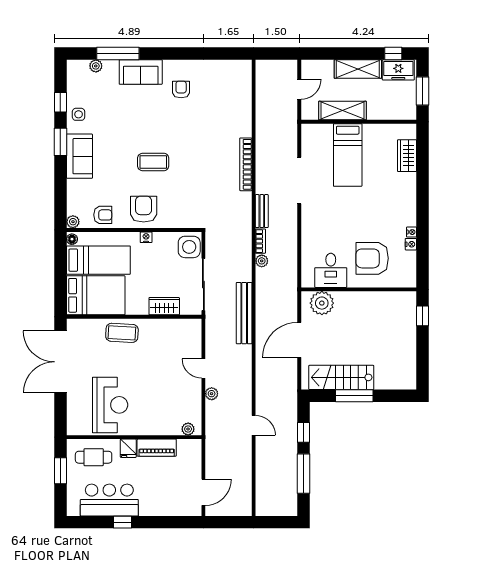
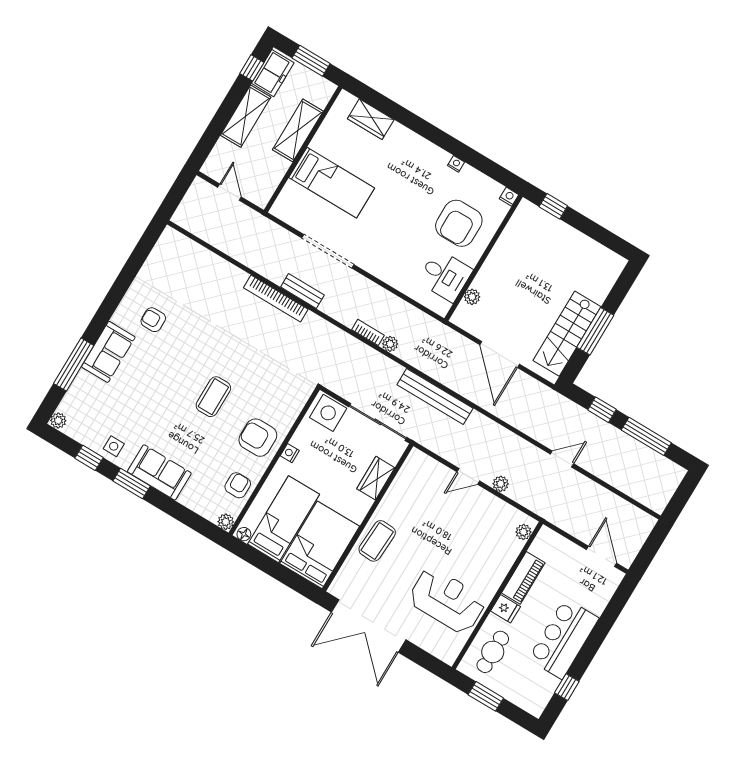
plant: (96, 66) -> (58, 421), moved
shelving: (342, 111) -> (298, 130), moved
bench: (262, 211) -> (302, 291), moved
nightstand: (411, 244) -> (509, 197), moved
plant: (322, 303) -> (472, 297), width x0.53, depth x0.53
bar counter: (109, 500) -> (563, 639), moved
window: (122, 522) -> (567, 687), moved

